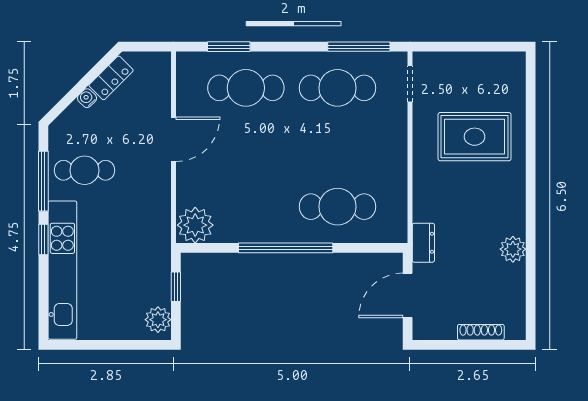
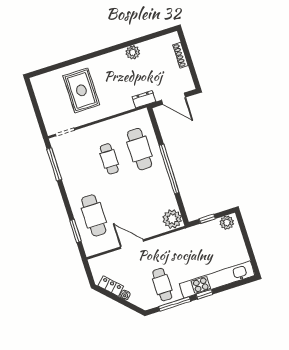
cafe table: (337, 88) -> (109, 159), moved, width x0.73, depth x0.74

